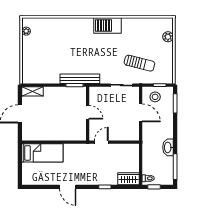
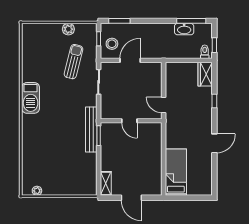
plant: (168, 37) -> (68, 29), moved
door: (88, 112) -> (129, 121), swing flipped
washbasin: (168, 147) -> (184, 29), moved

